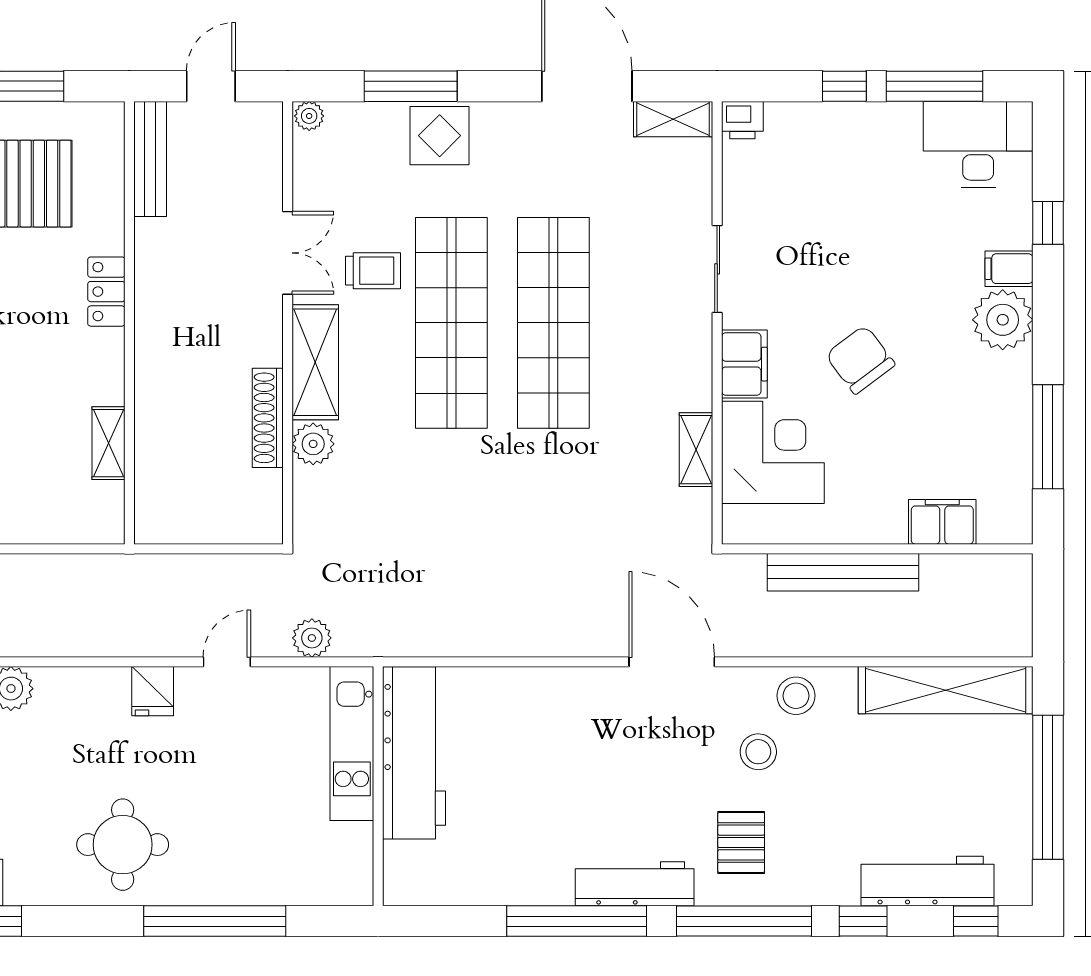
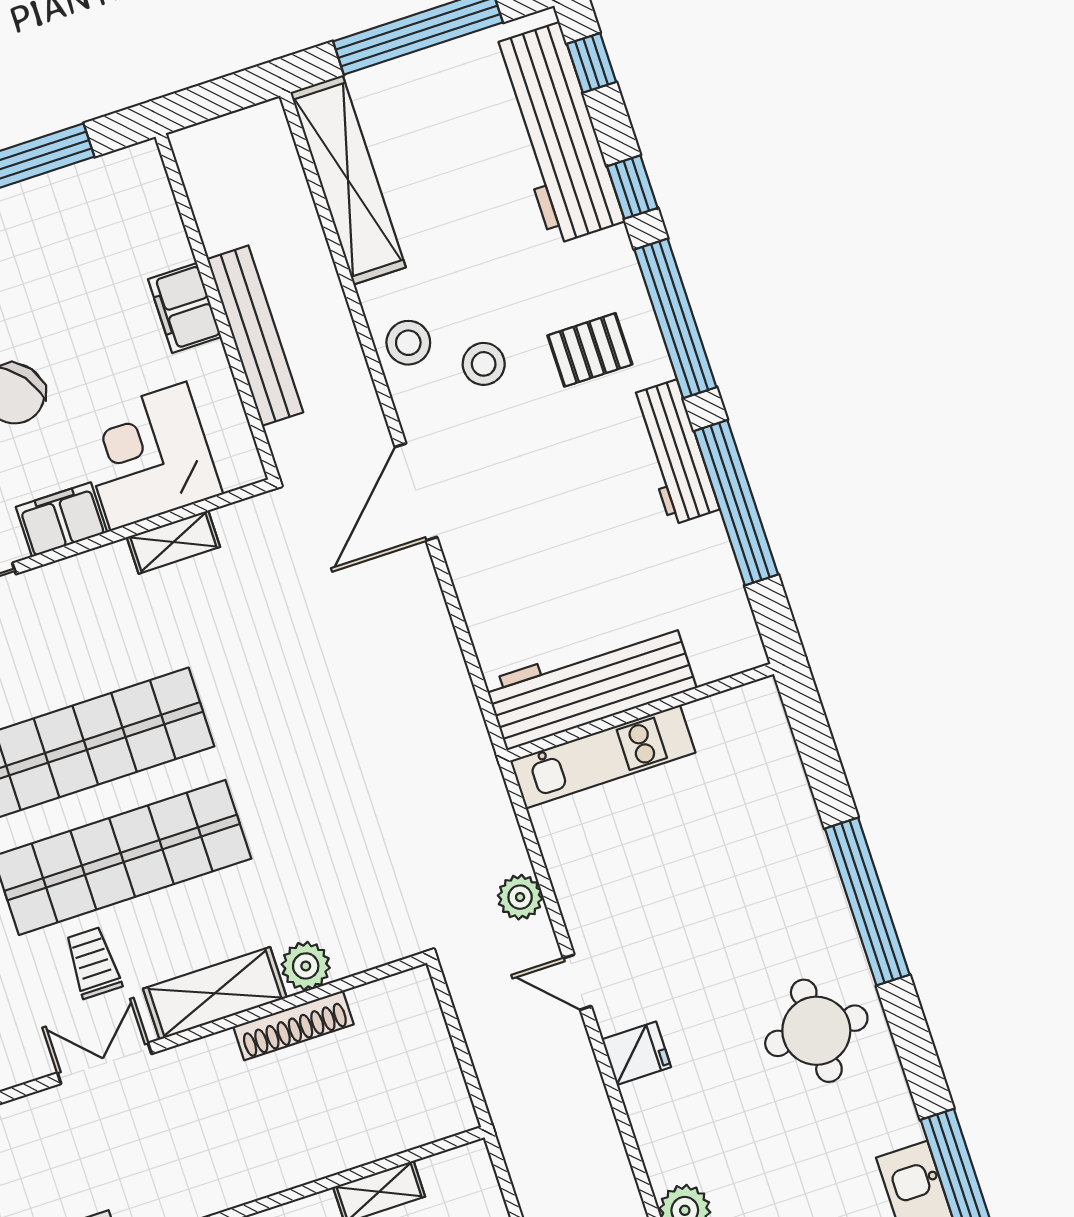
filing cabinet: (942, 522) -> (185, 308), moved
kitchen unit: (352, 743) -> (603, 757), moved
workbench: (414, 753) -> (591, 685), moved
wall: (378, 786) -> (640, 712), moved
workbench: (927, 881) -> (556, 134), width x1.36, depth x1.32

